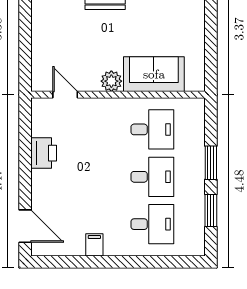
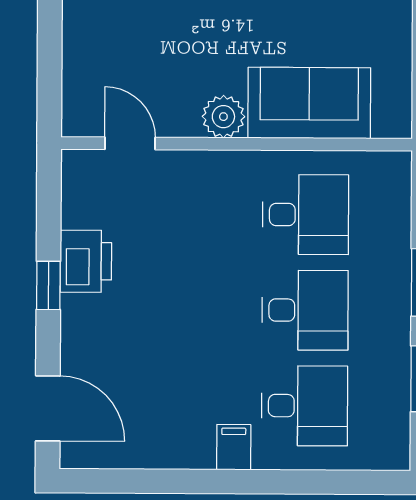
window: (25, 165) -> (48, 285), added
filing cabinet: (94, 245) -> (234, 447), moved

